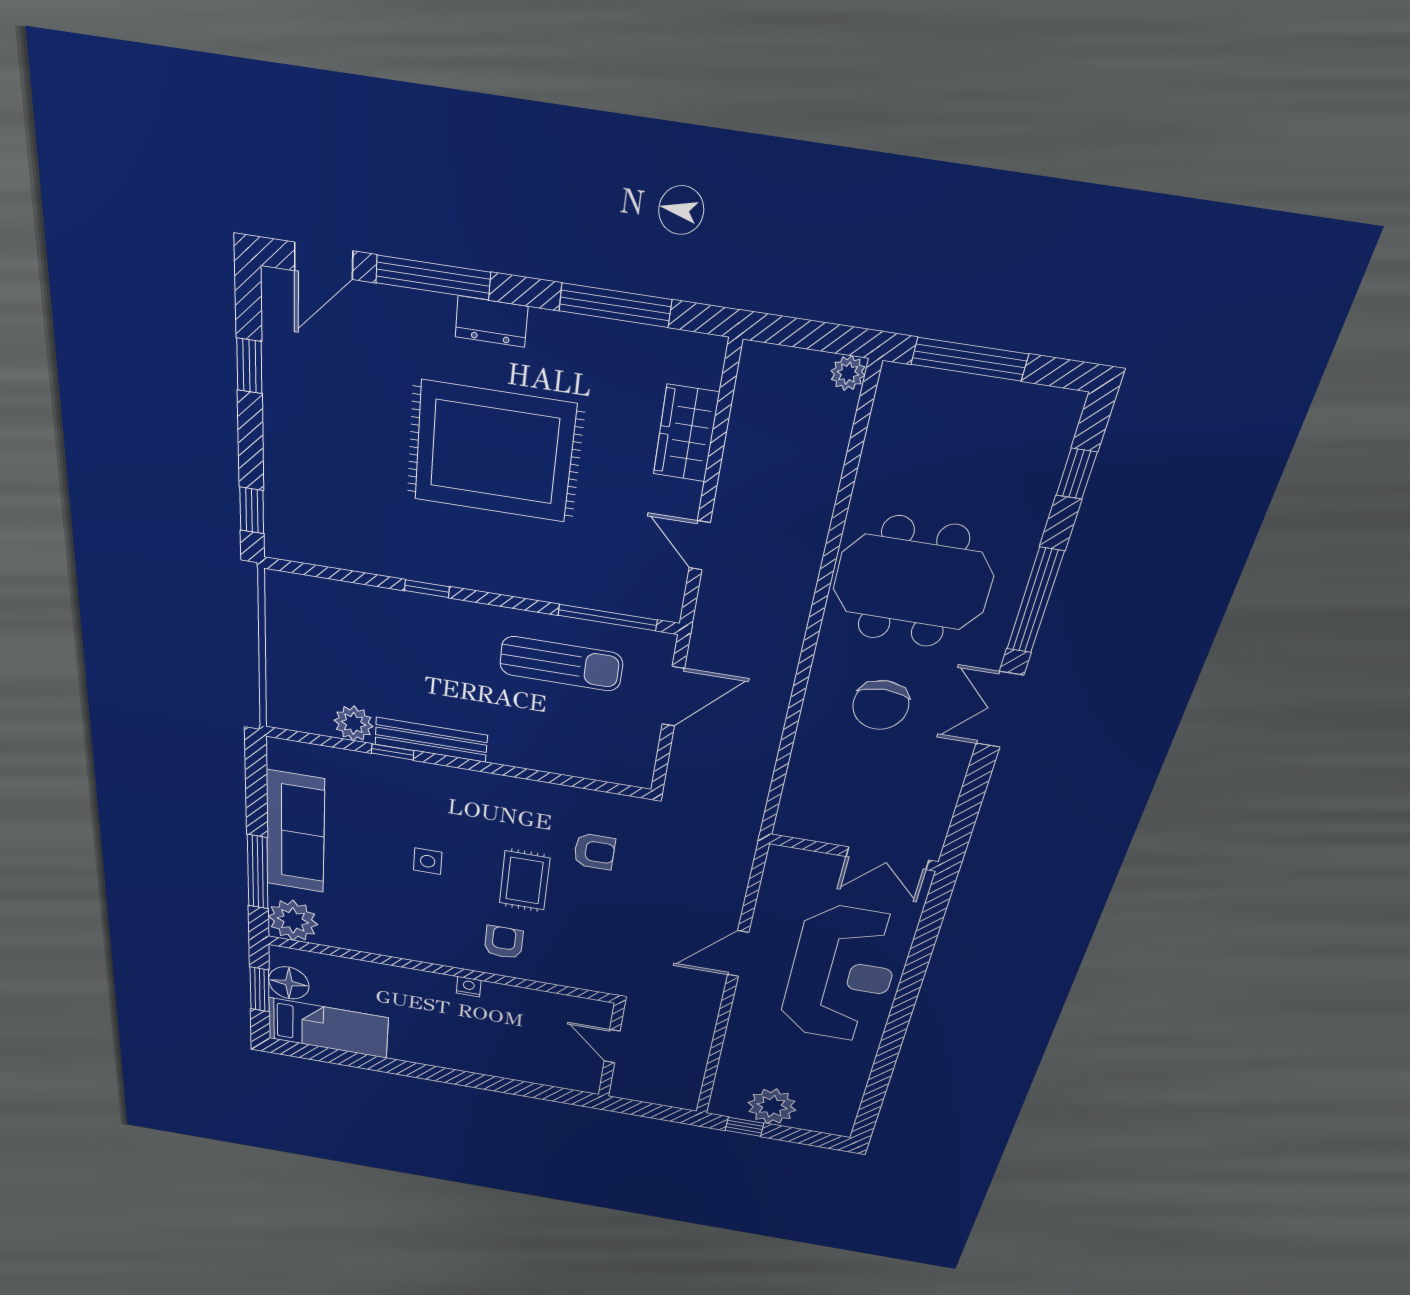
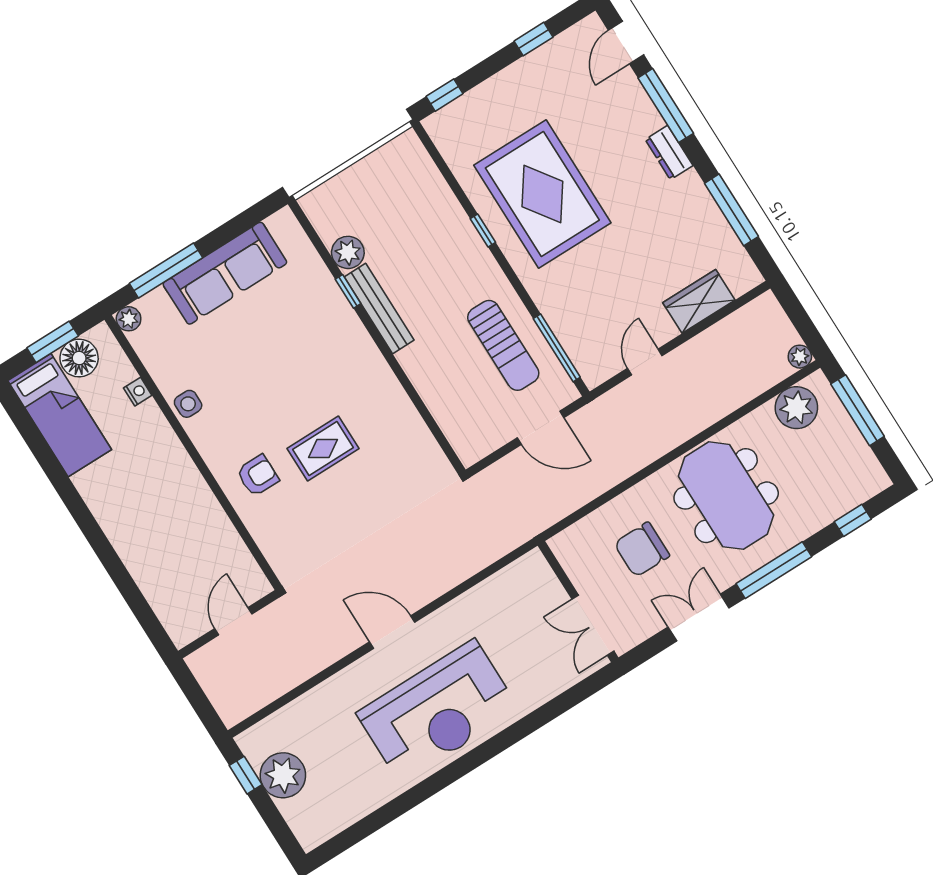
door: (324, 261) -> (626, 42), hinge flipped
plant: (898, 427) -> (796, 408), added
rug: (494, 452) -> (542, 194), moved
armchair: (594, 852) -> (387, 474), removed
wall: (854, 853) -> (578, 602), moved
double door: (887, 858) -> (593, 625), moved
side table: (428, 861) -> (188, 404), moved
plant: (293, 920) -> (129, 319), width x0.53, depth x0.53
nightstand: (469, 987) -> (138, 392), moved

